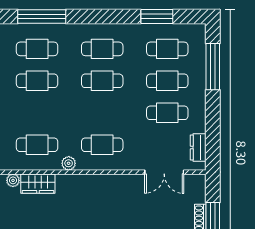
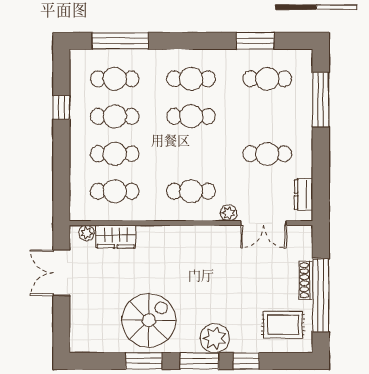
cafe table: (167, 81) -> (115, 154), moved
plant: (69, 163) -> (229, 213), moved

